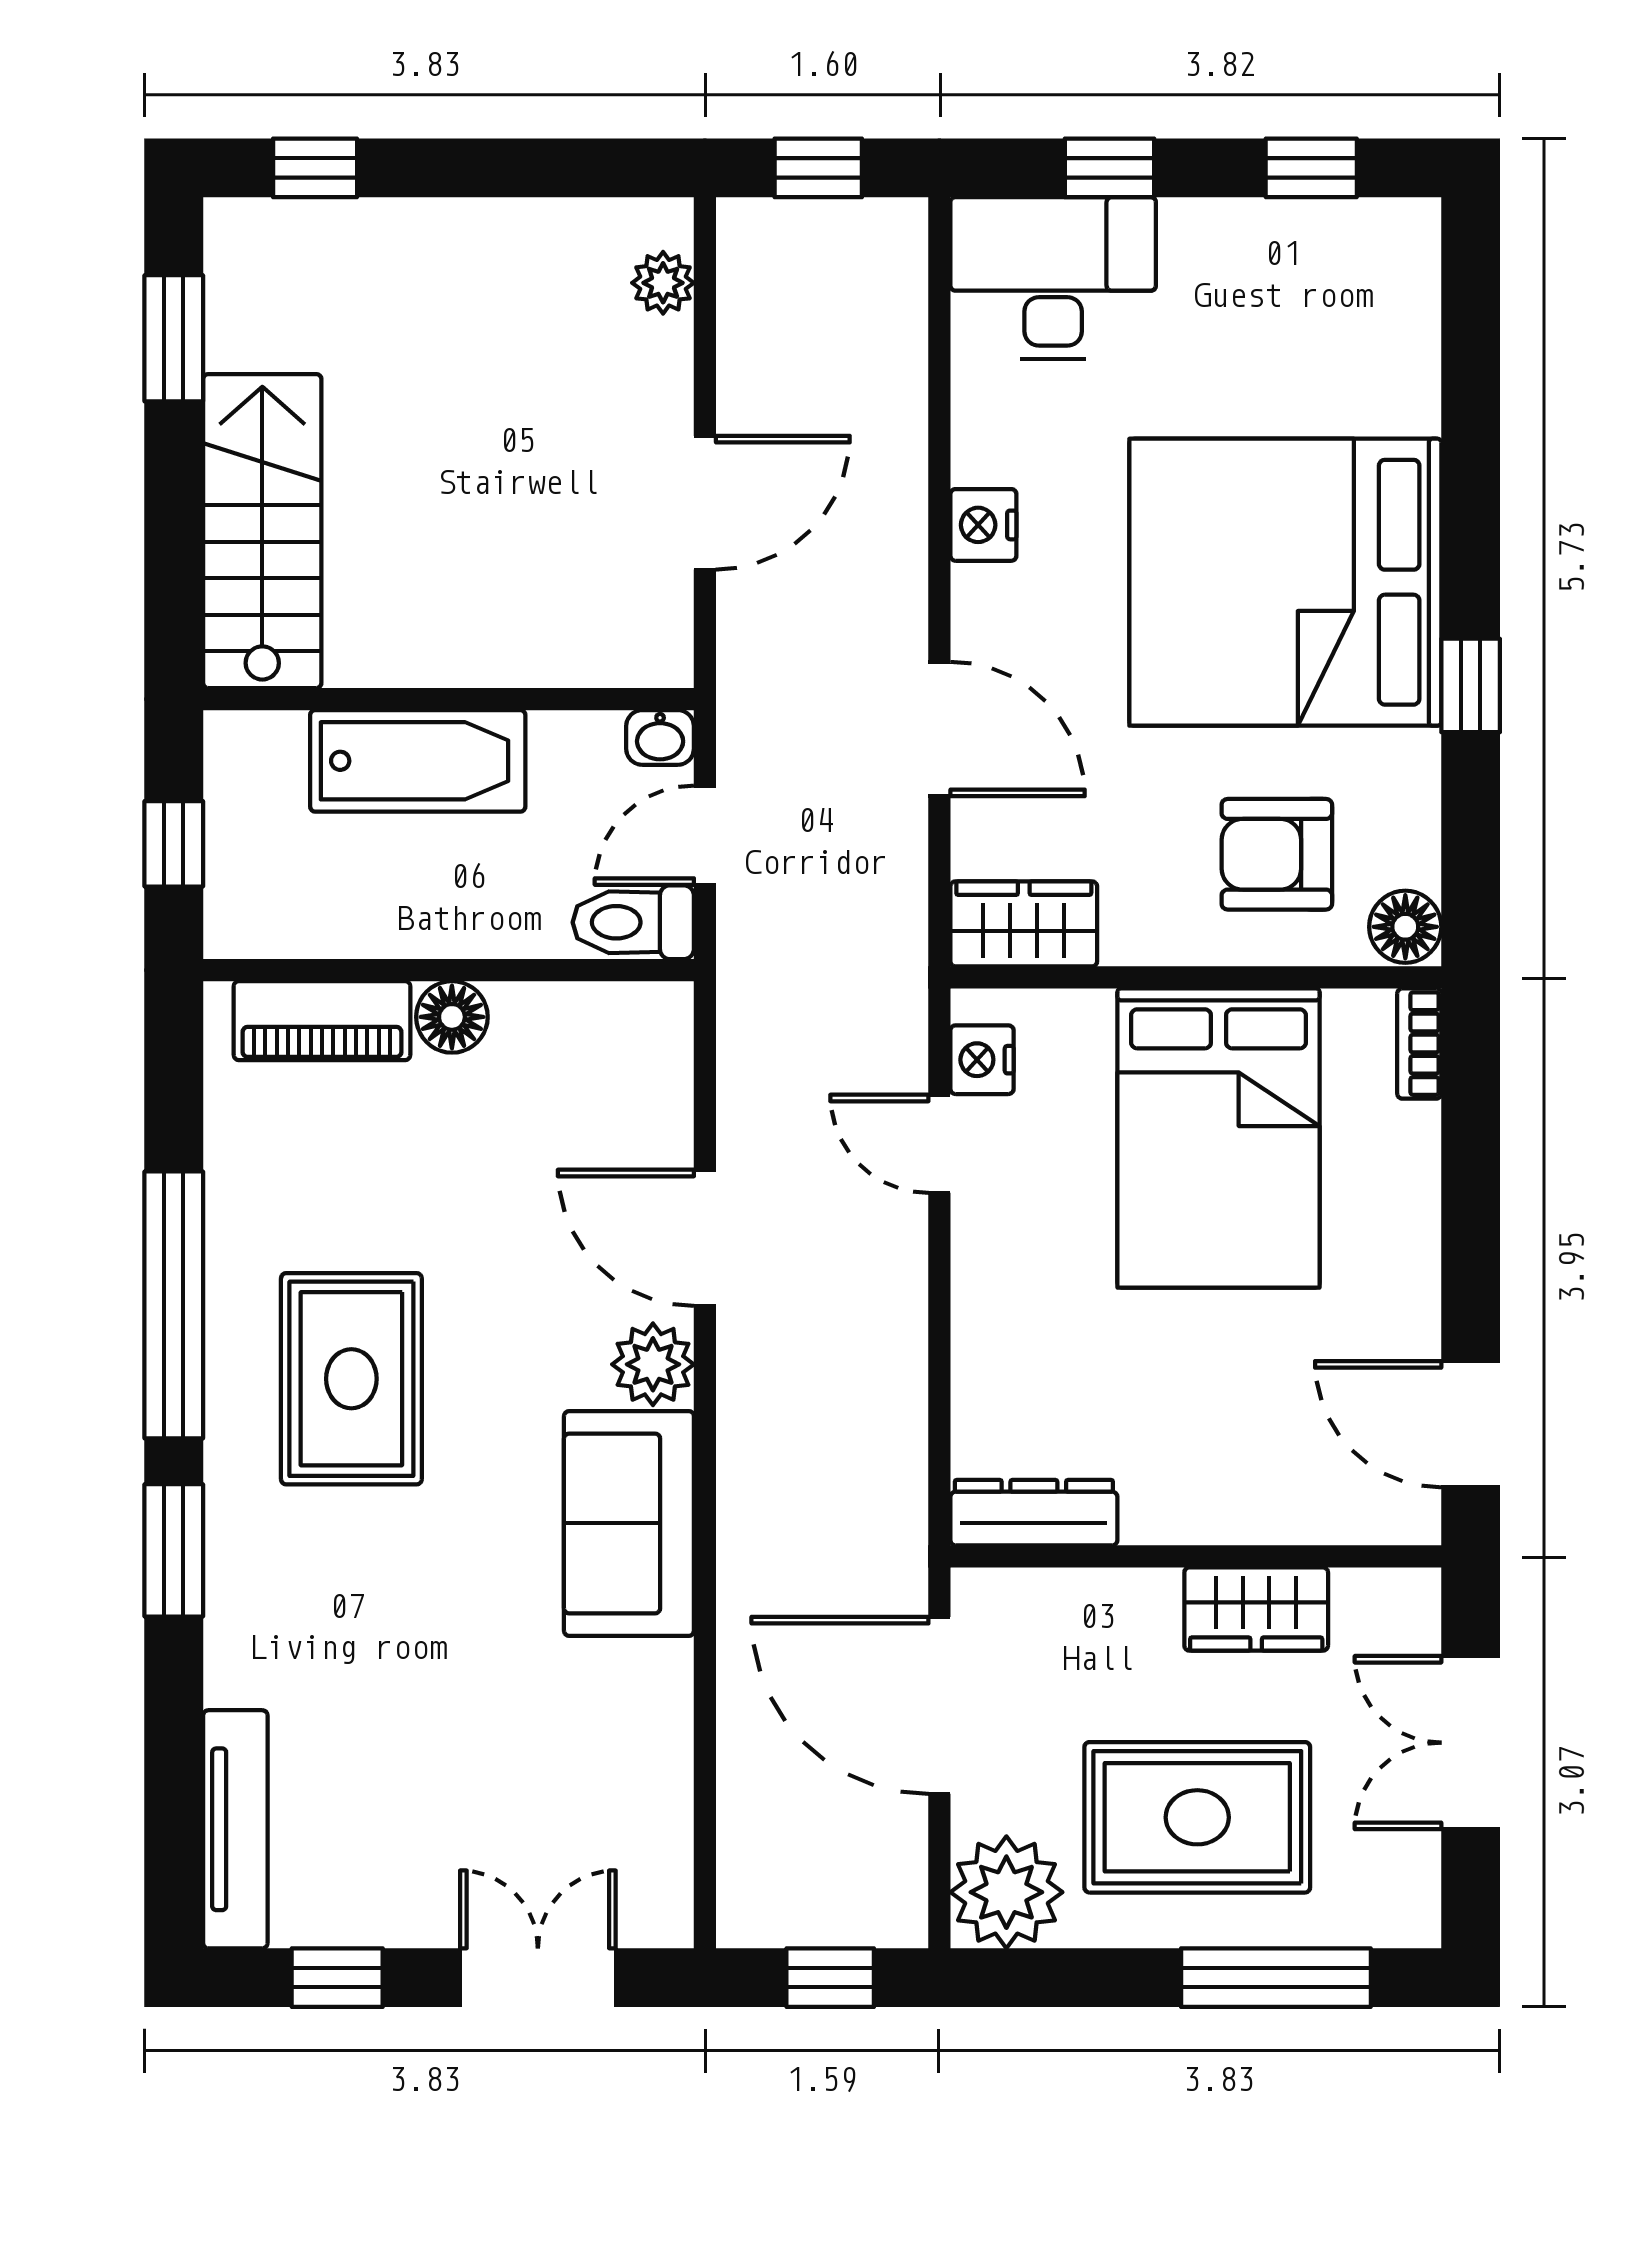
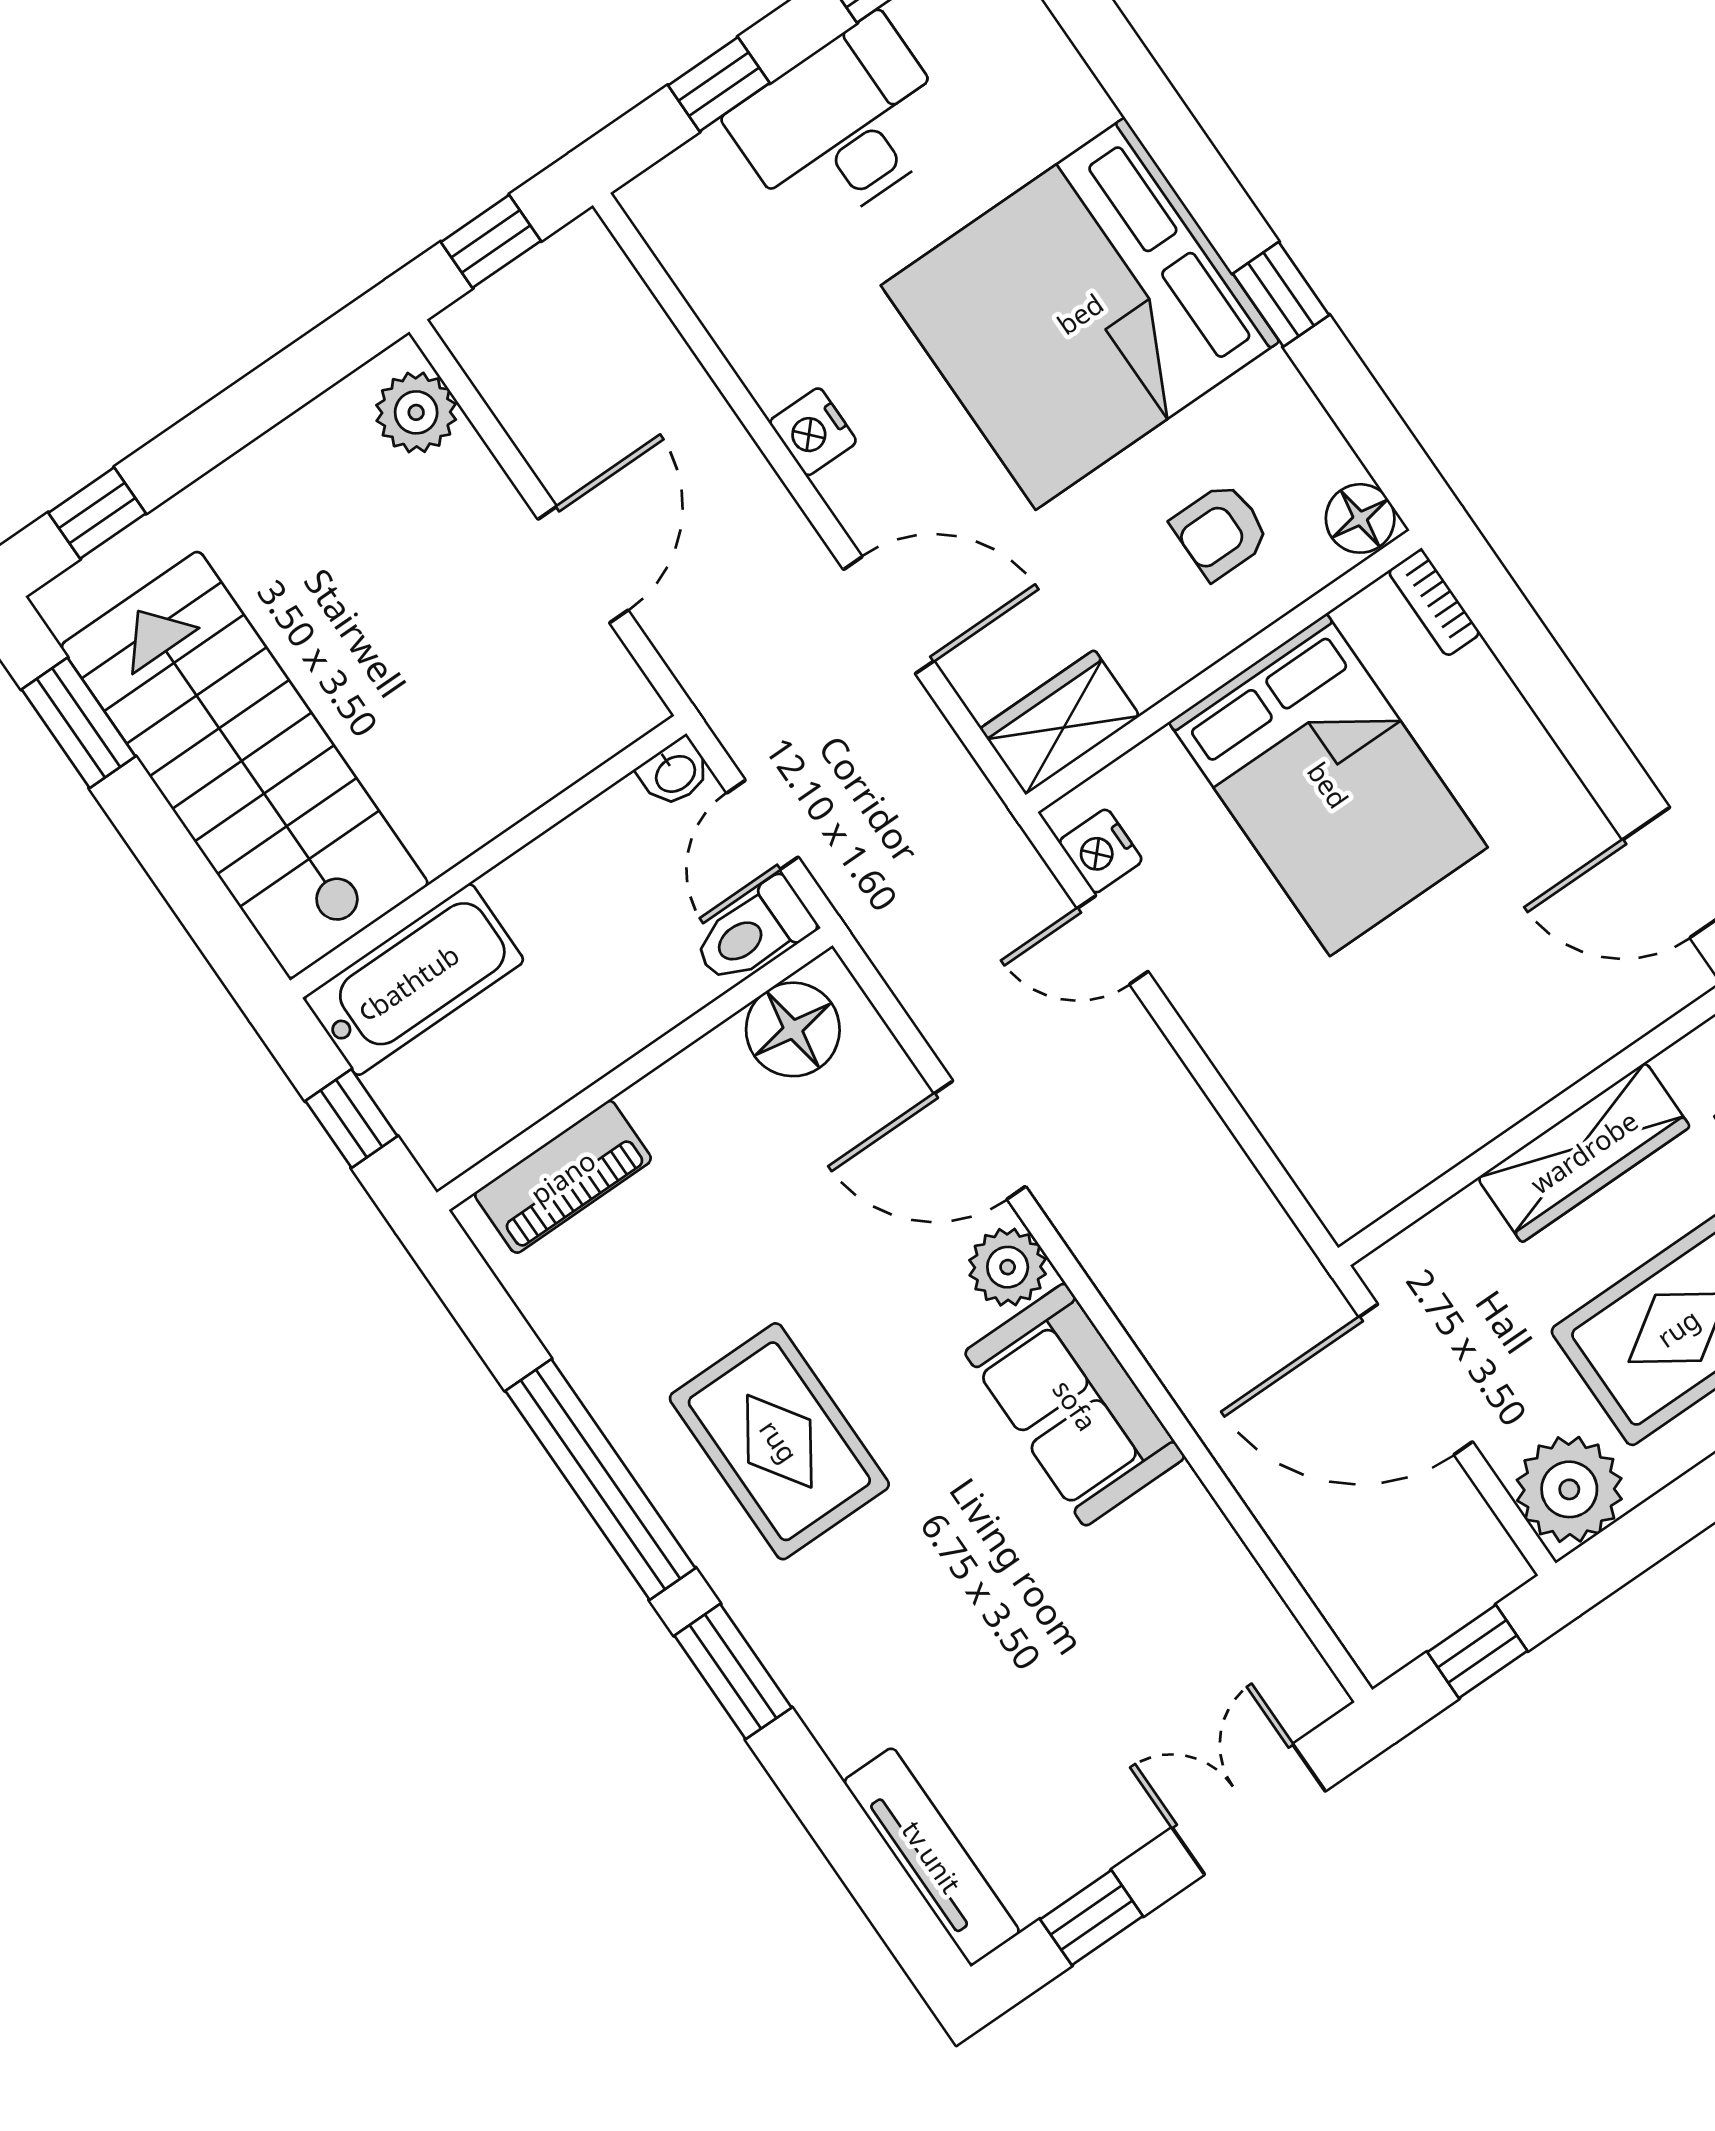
desk: (1053, 278) -> (843, 126), moved
plant: (663, 283) -> (416, 412), width x1.38, depth x1.38
stairs: (262, 531) -> (244, 765), width x1.36, depth x1.51
bathtub: (418, 761) -> (414, 980), moved
armchair: (1277, 854) -> (1220, 531), width x0.72, depth x0.72
floor lamp: (452, 1017) -> (793, 1029), moved, width x1.38, depth x1.38
dresser: (1034, 1513) -> (1386, 1178), removed
wardrobe: (1256, 1609) -> (1584, 1152), width x1.50

